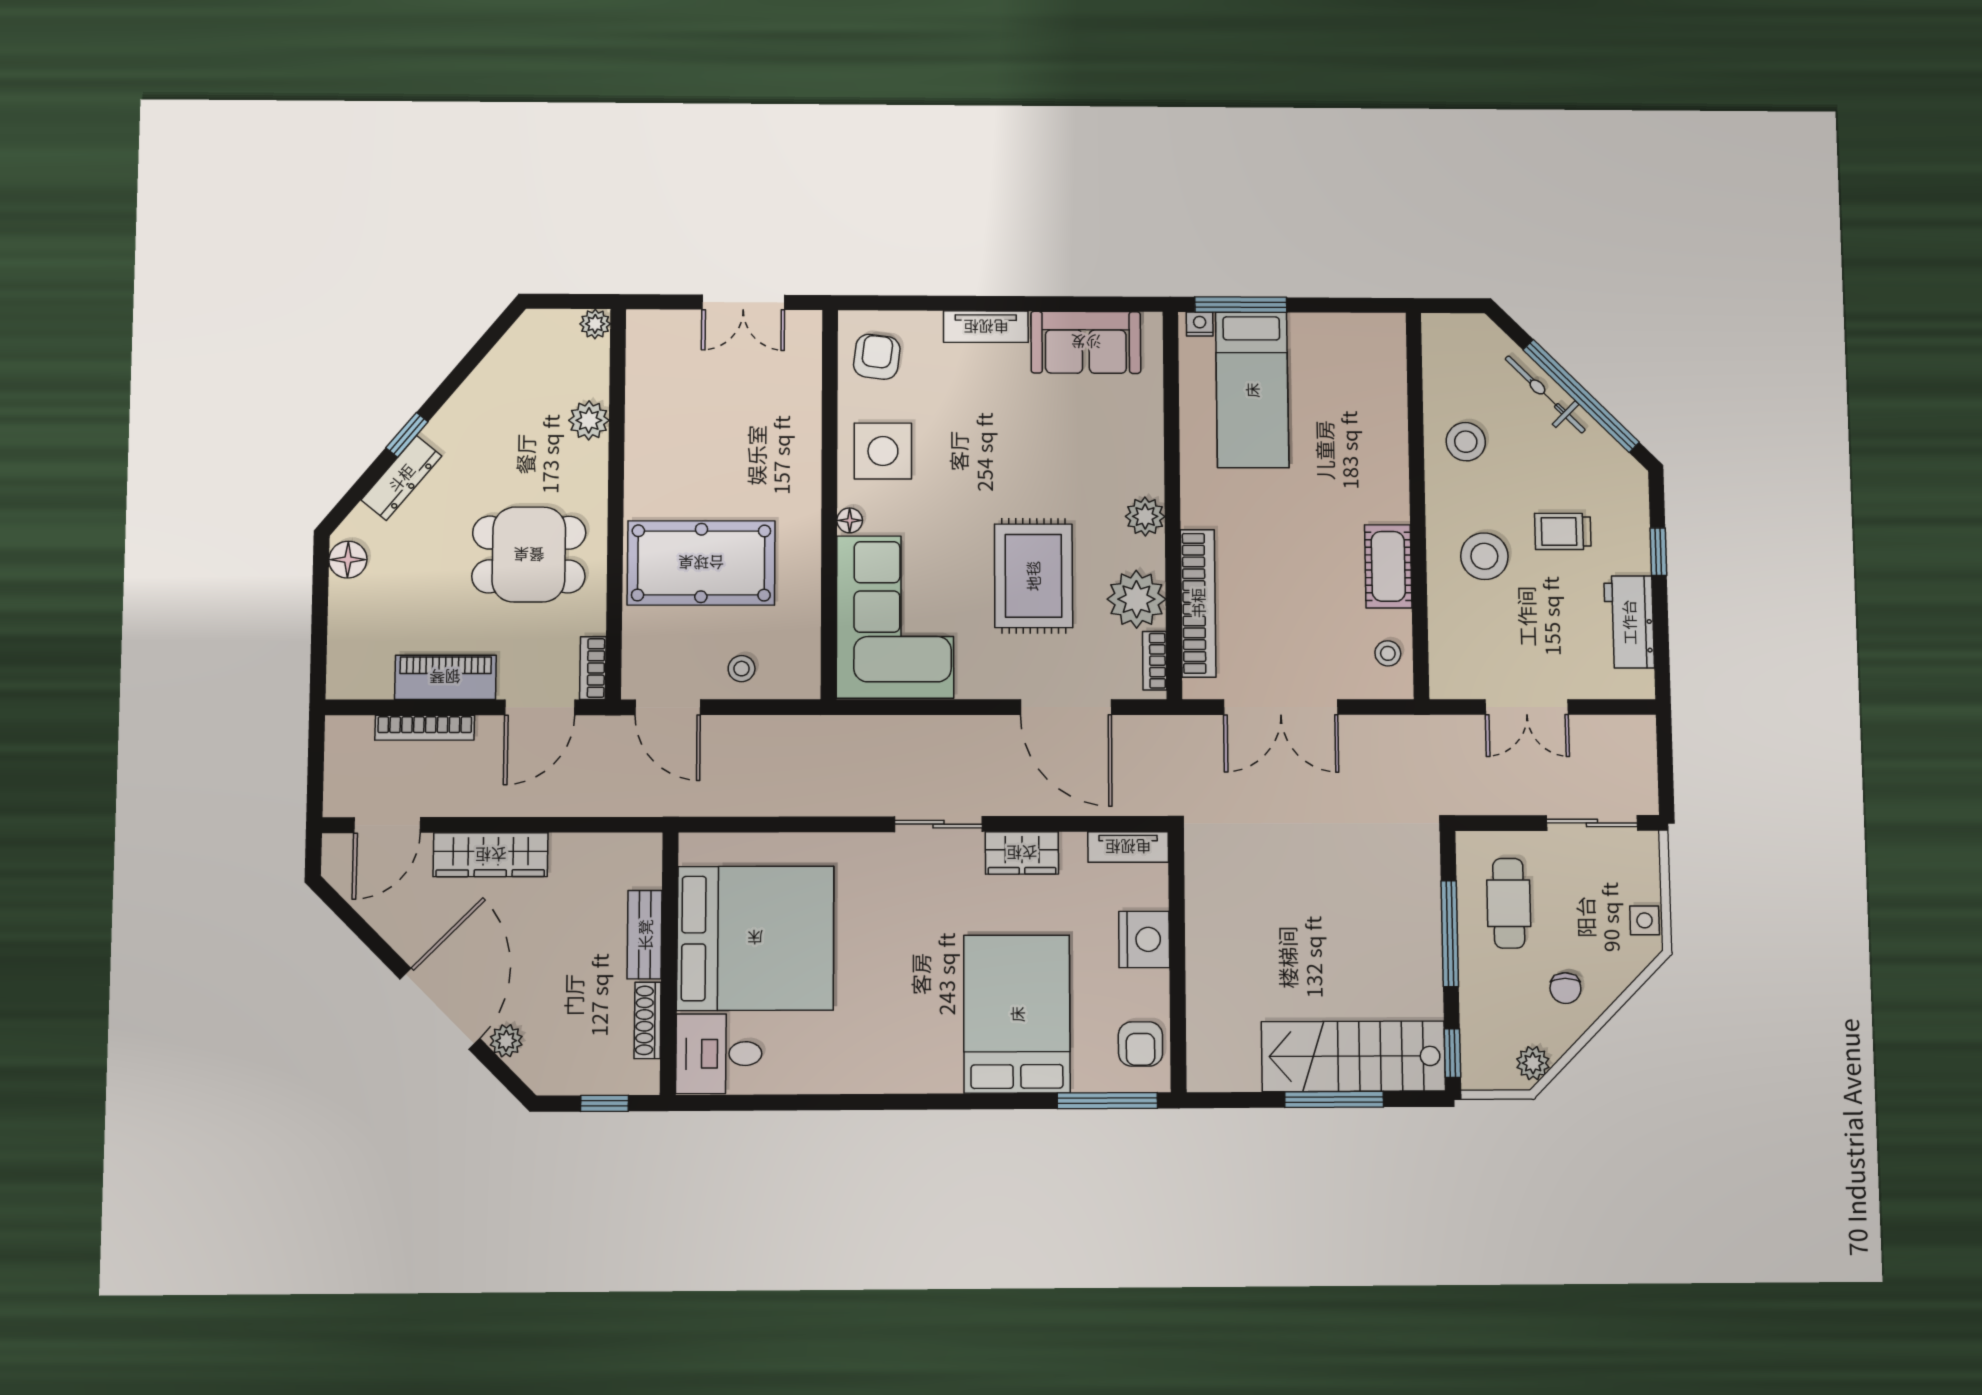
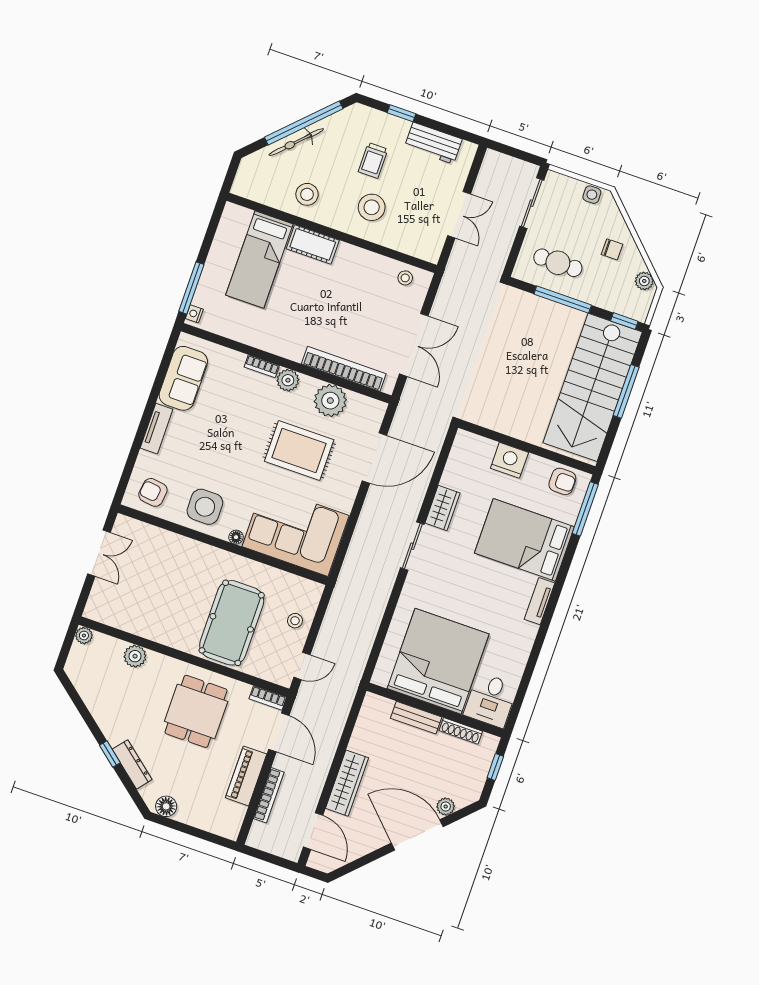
bed: (1252, 390) -> (259, 260), moved, turned 90
cot: (1388, 566) -> (313, 244), moved
bookcase: (1155, 661) -> (262, 366), moved
door: (668, 707) -> (302, 666), width x0.73
tv unit: (1128, 847) -> (540, 601), moved, turned 180
stairs: (1353, 1056) -> (593, 387), width x1.36, depth x1.51

